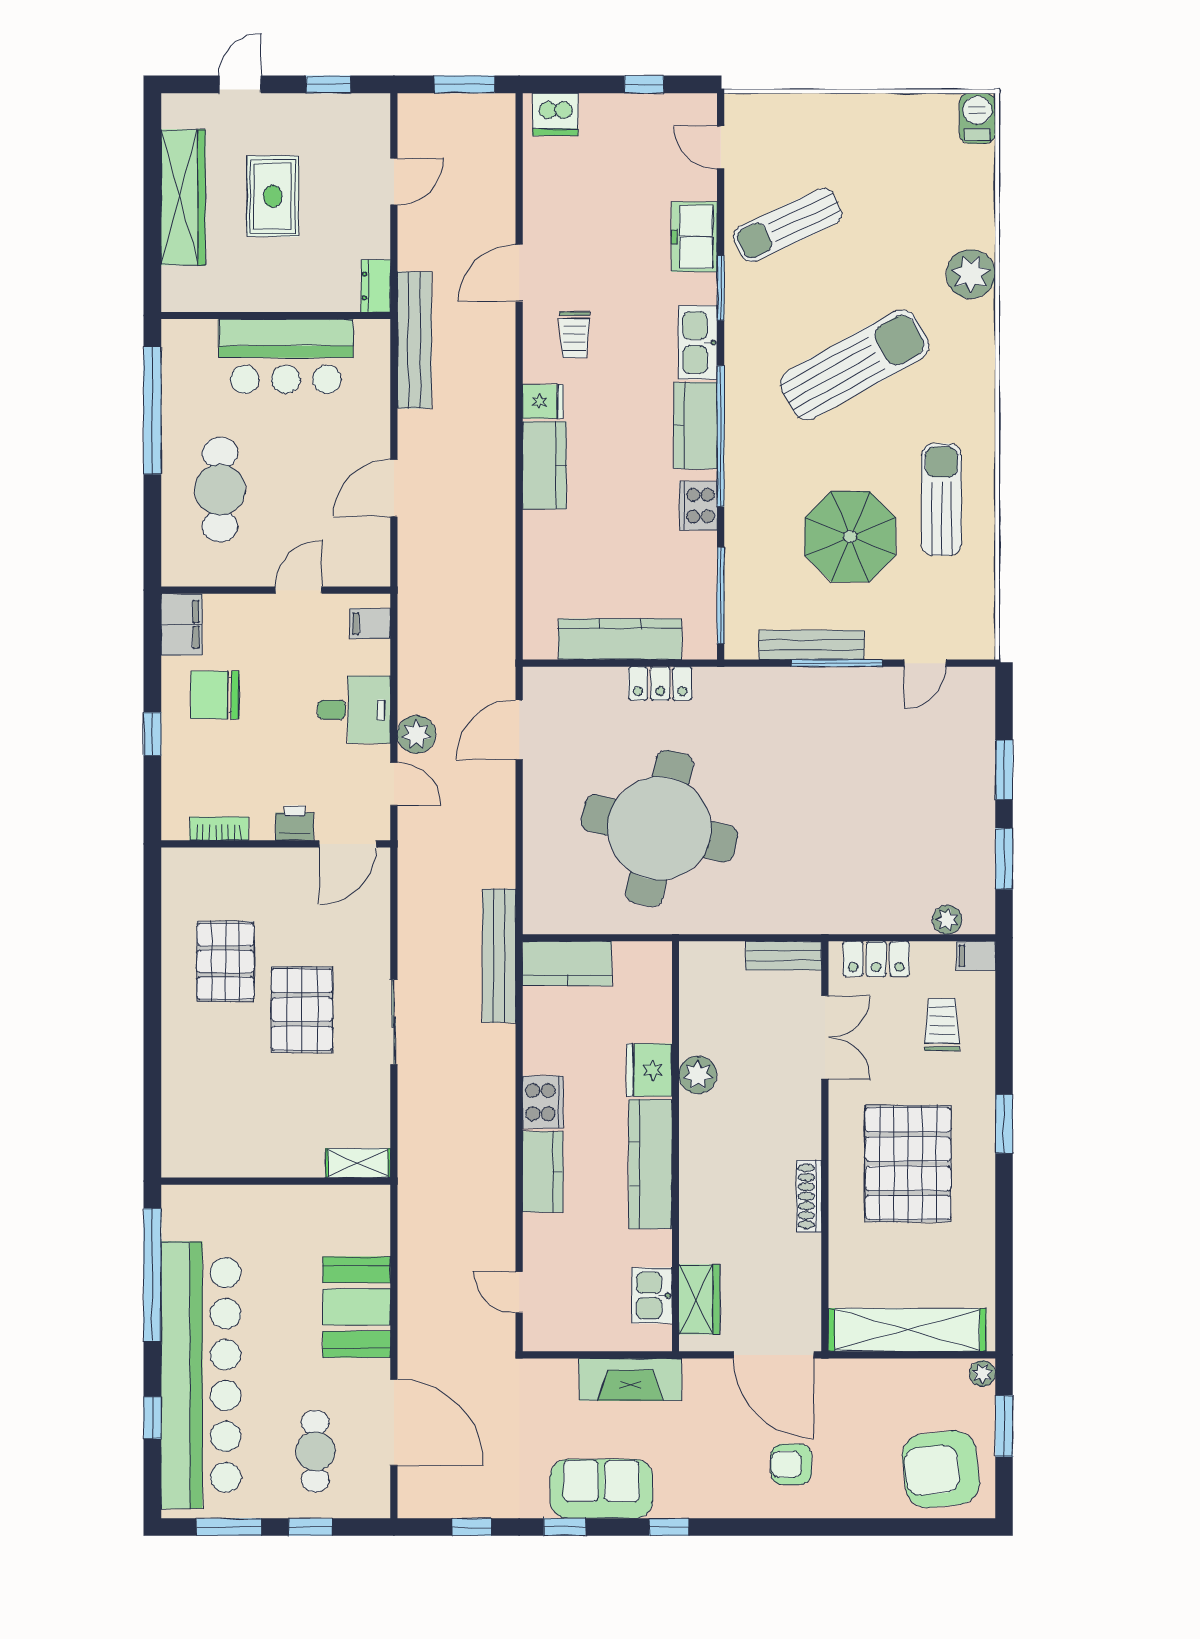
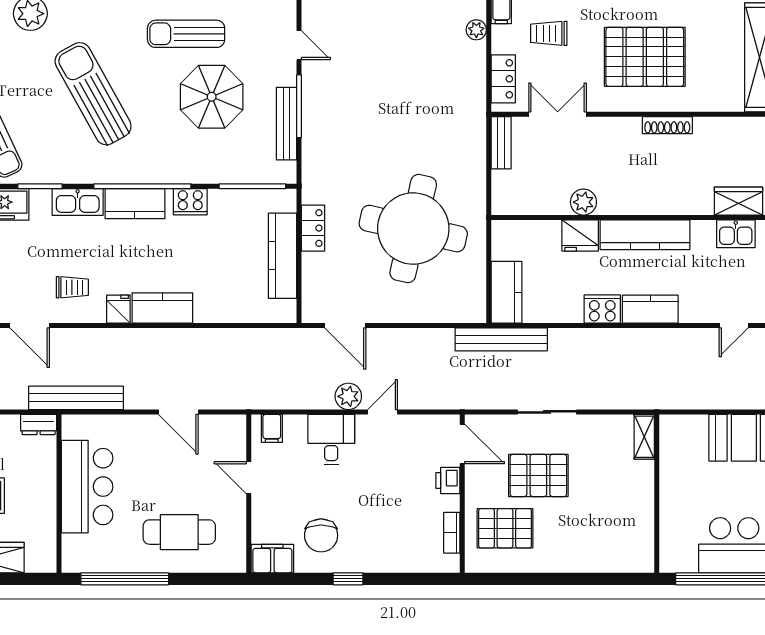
printer: (295, 823) -> (448, 481), moved
bookcase: (219, 829) -> (452, 533), moved
wall: (276, 844) -> (462, 494), moved
door: (348, 844) -> (462, 444), moved

